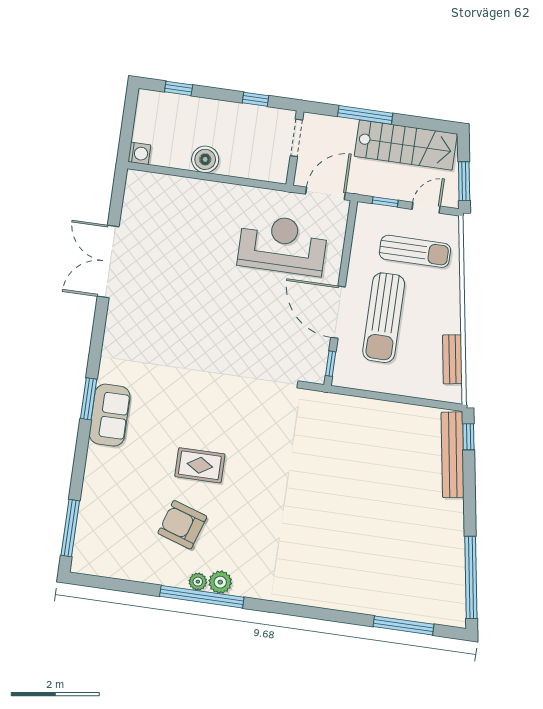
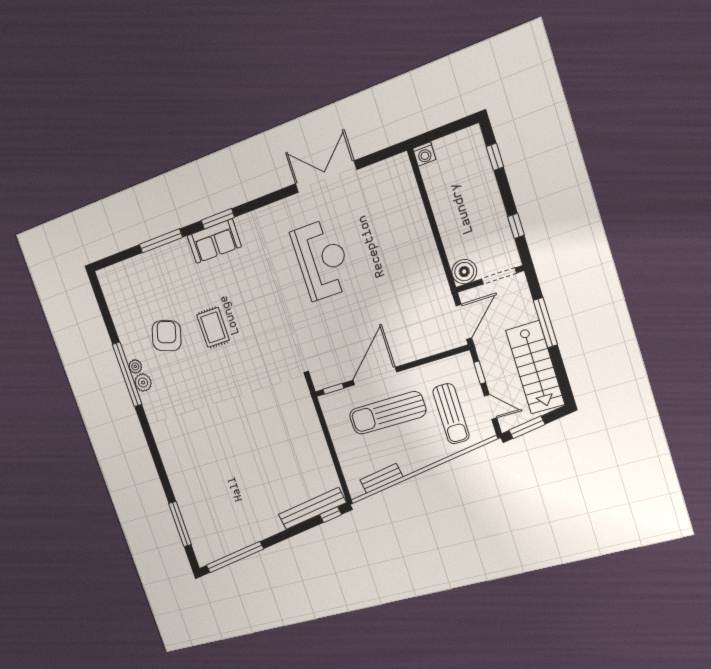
boiler: (205, 159) -> (464, 272), moved
door: (325, 193) -> (464, 322), hinge flipped
reception desk: (283, 245) -> (322, 260), moved
window: (70, 528) -> (161, 241), moved

